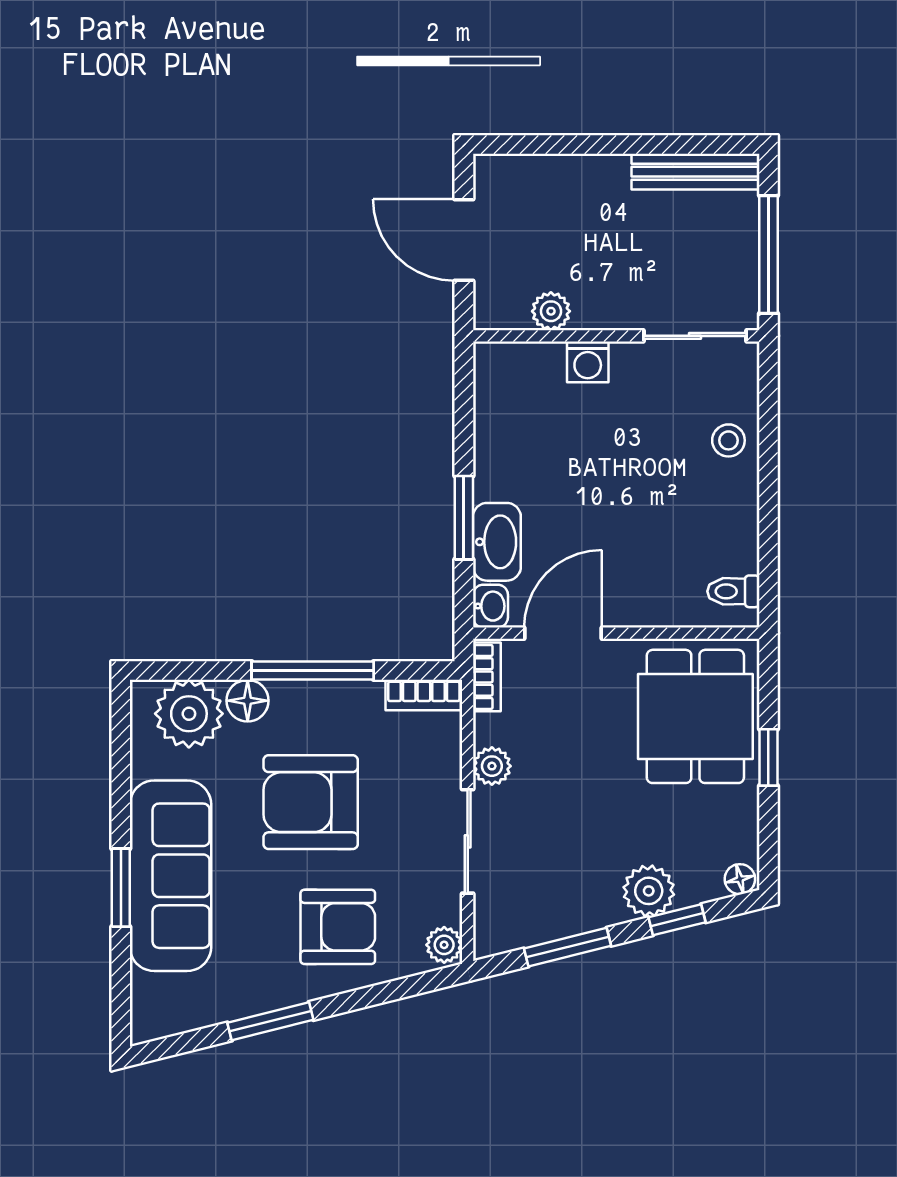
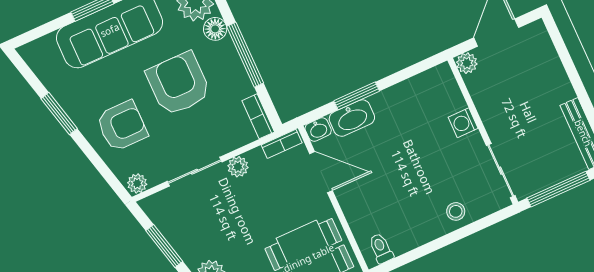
plant: (551, 311) -> (467, 63), moved
armchair: (338, 927) -> (122, 126), turned -90

